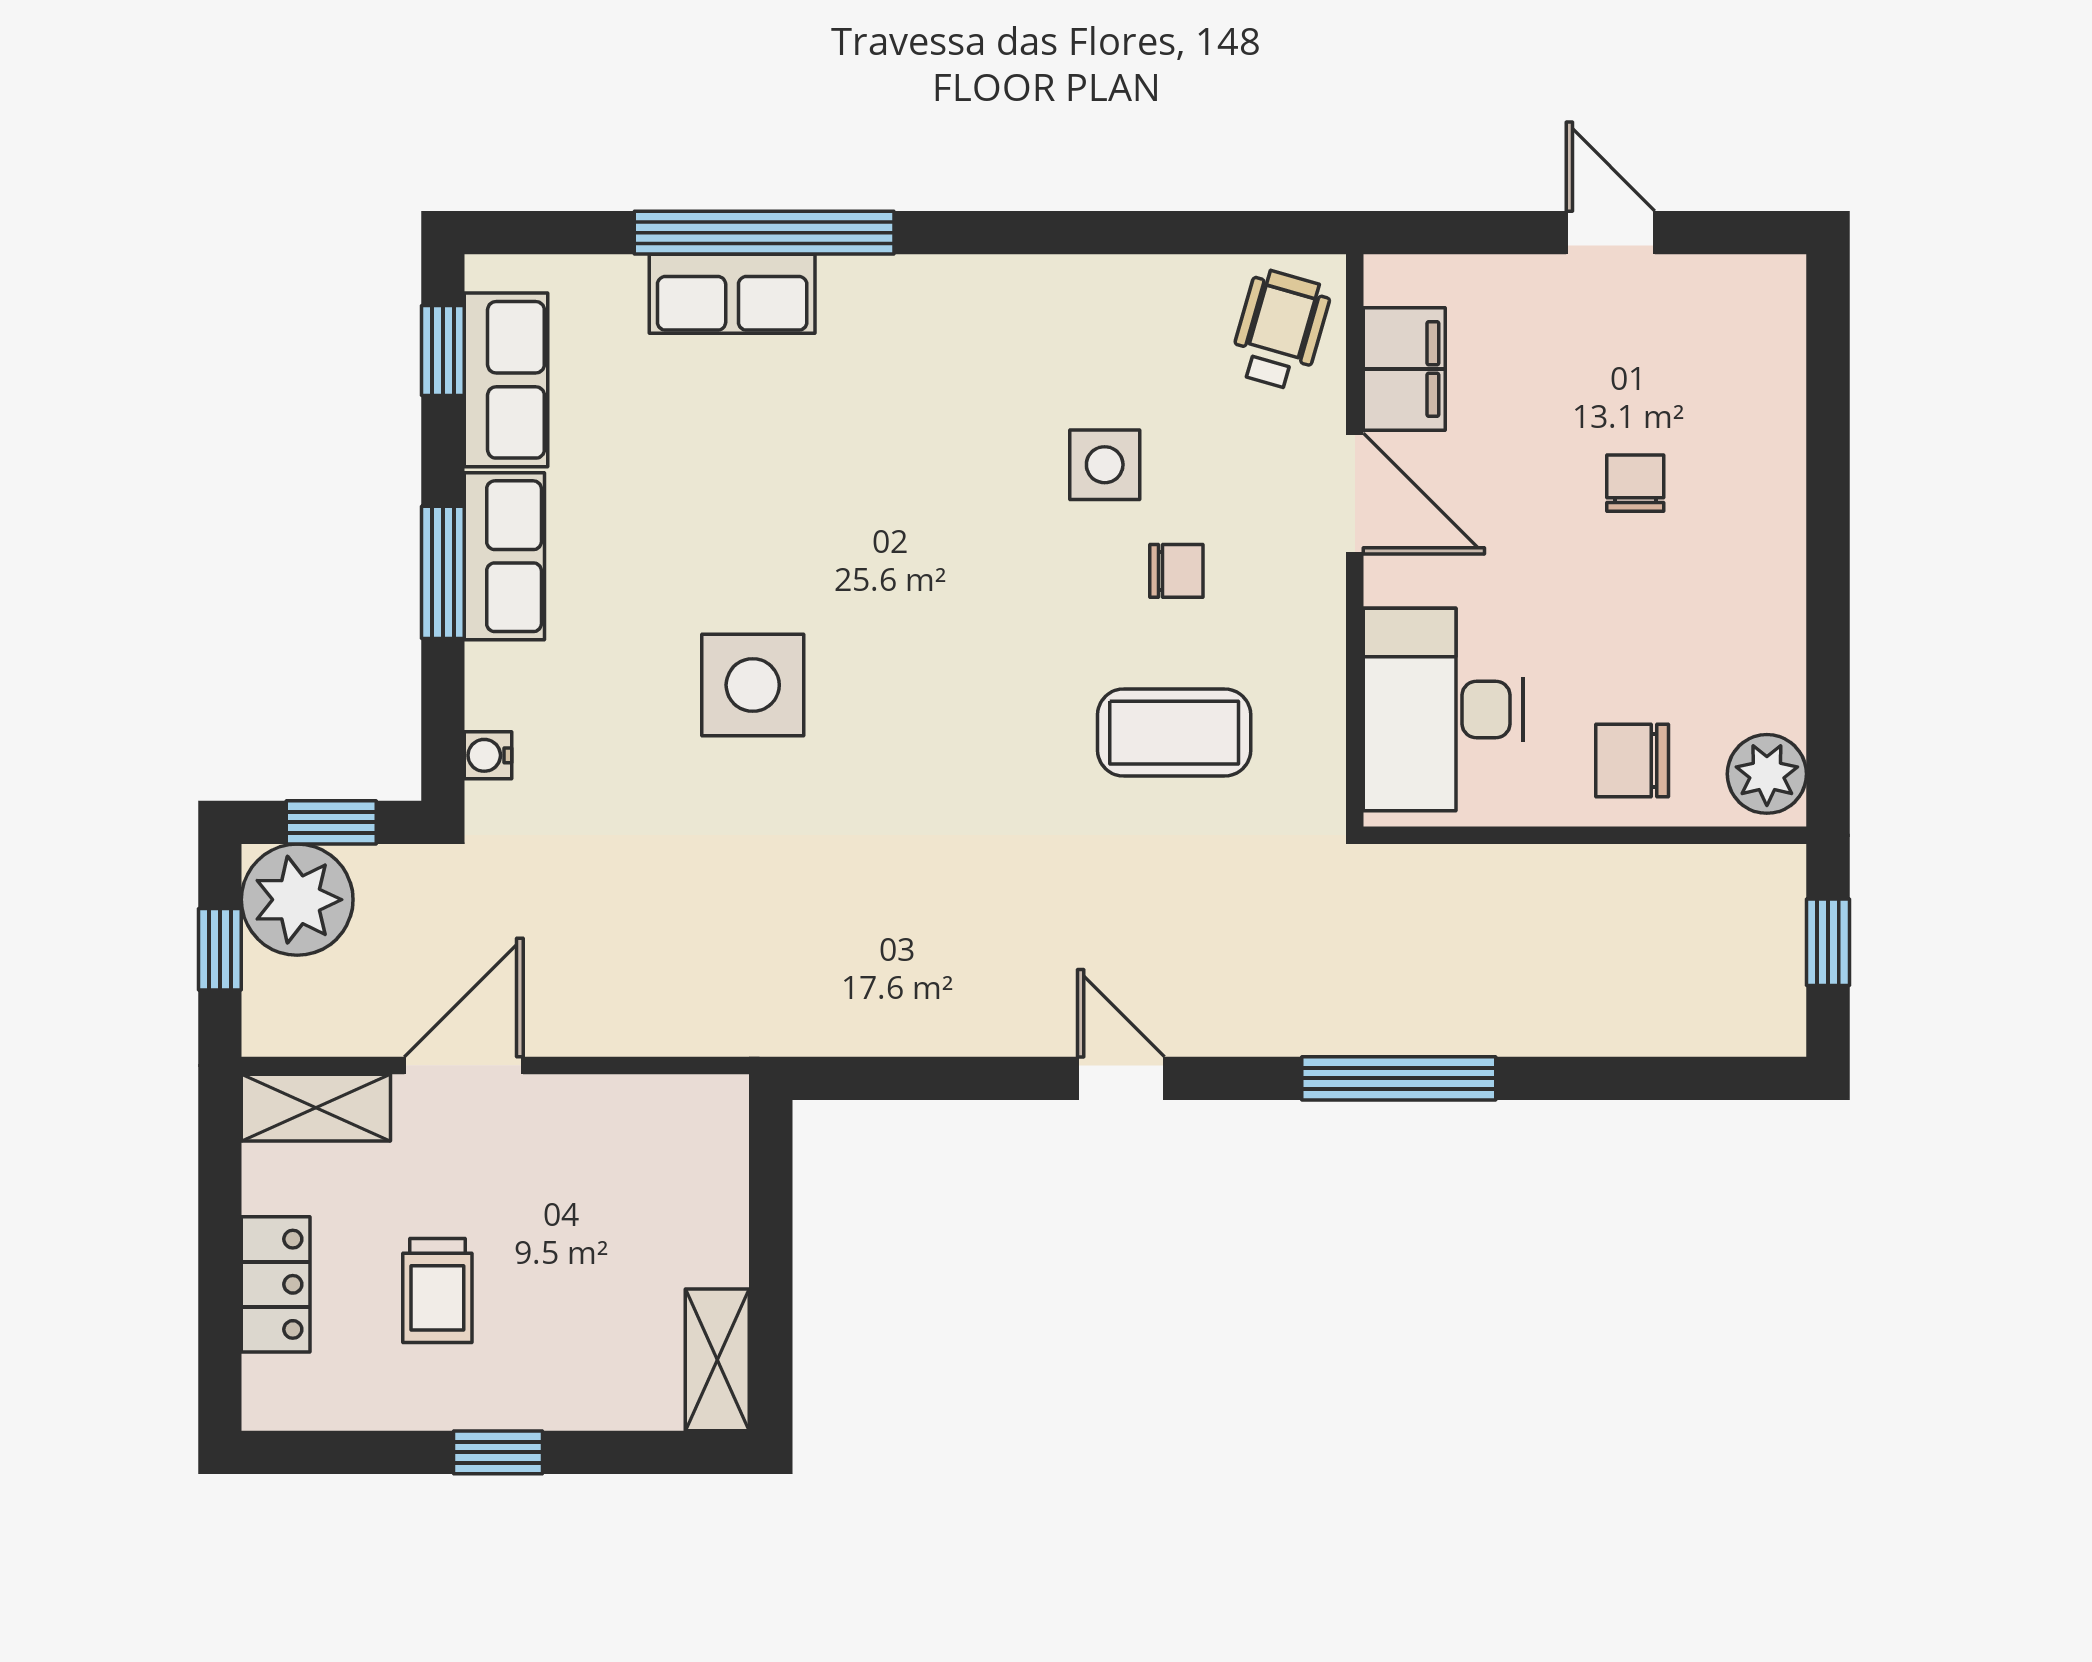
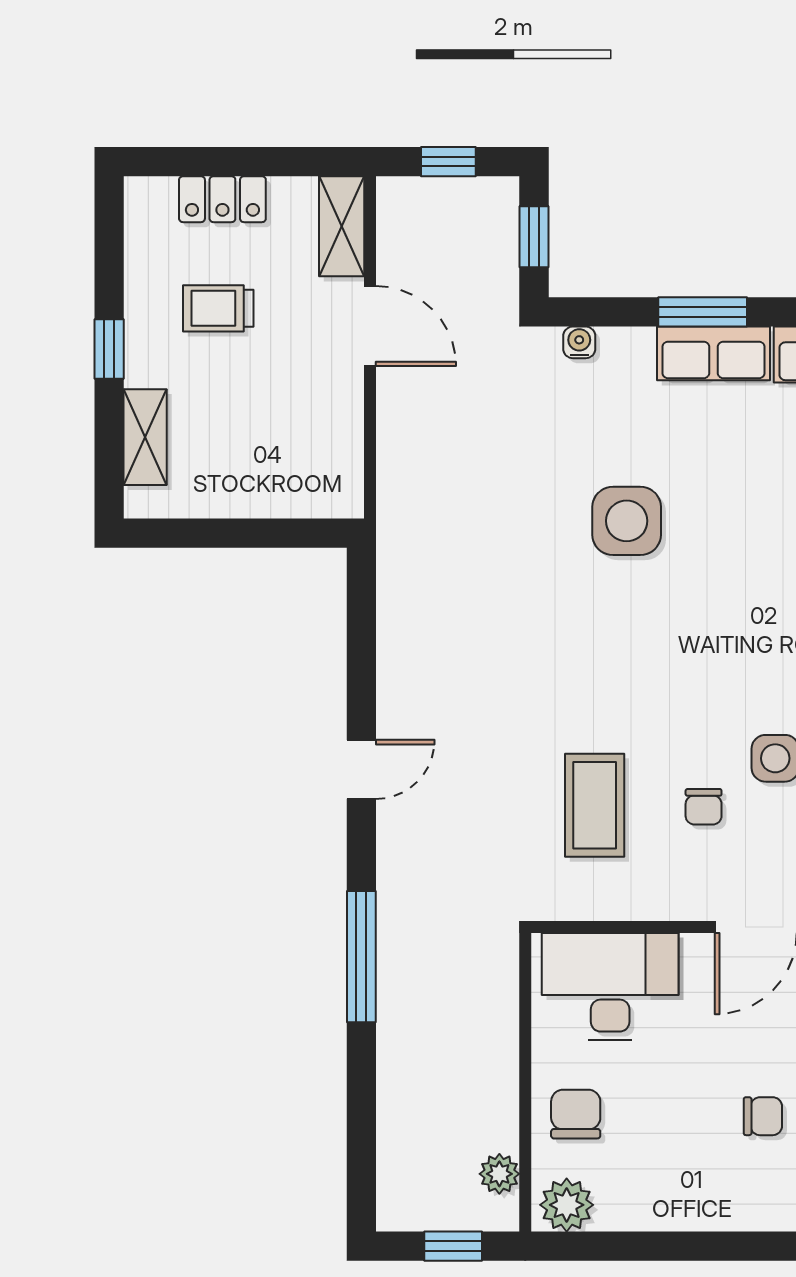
plant: (297, 900) -> (499, 1174), moved, width x0.53, depth x0.53
shelving: (717, 1360) -> (145, 437), moved, turned 90

